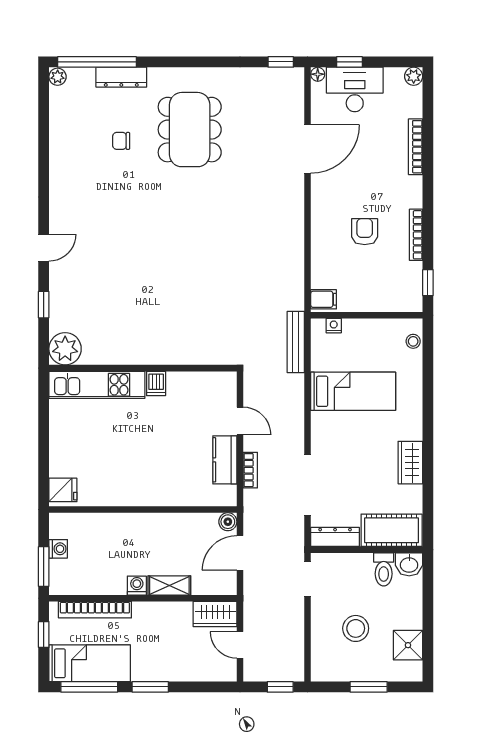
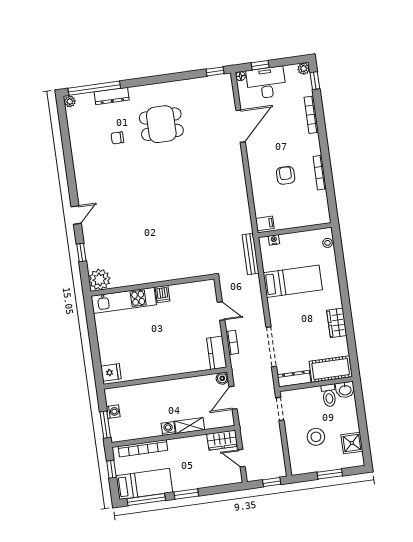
dining table: (190, 130) -> (161, 124), width x0.73
window: (428, 283) -> (315, 81), moved
kitchen counter: (225, 460) -> (217, 353), moved

